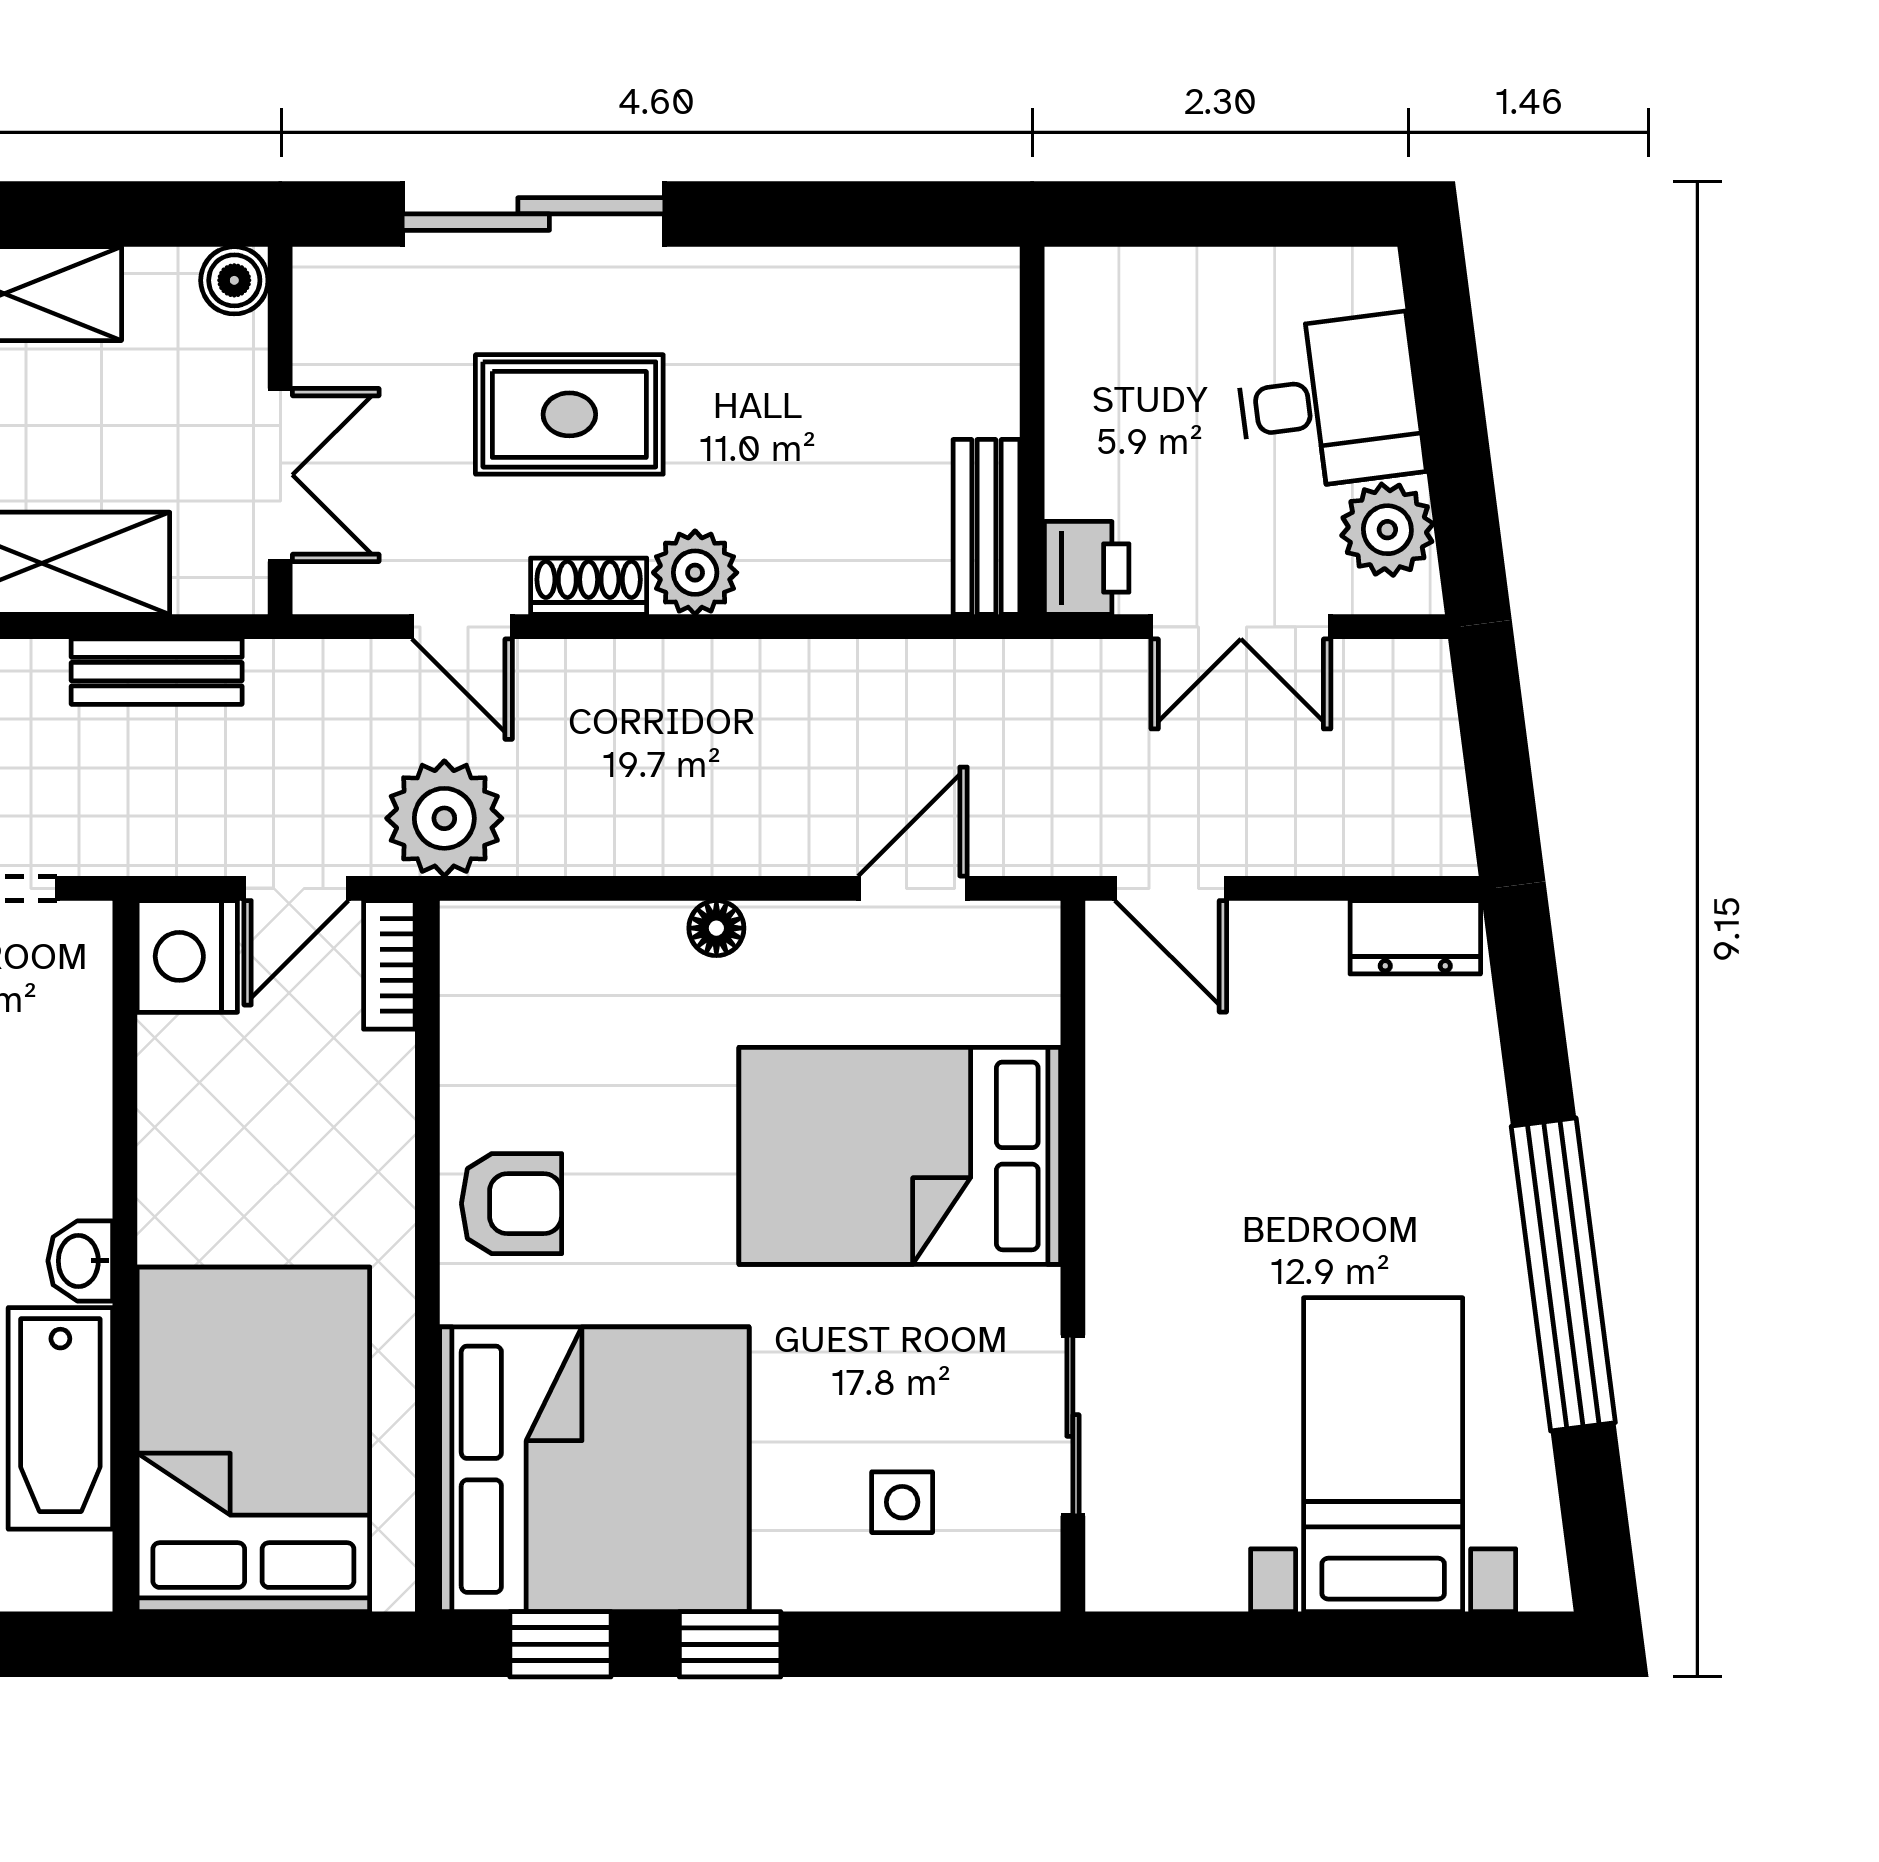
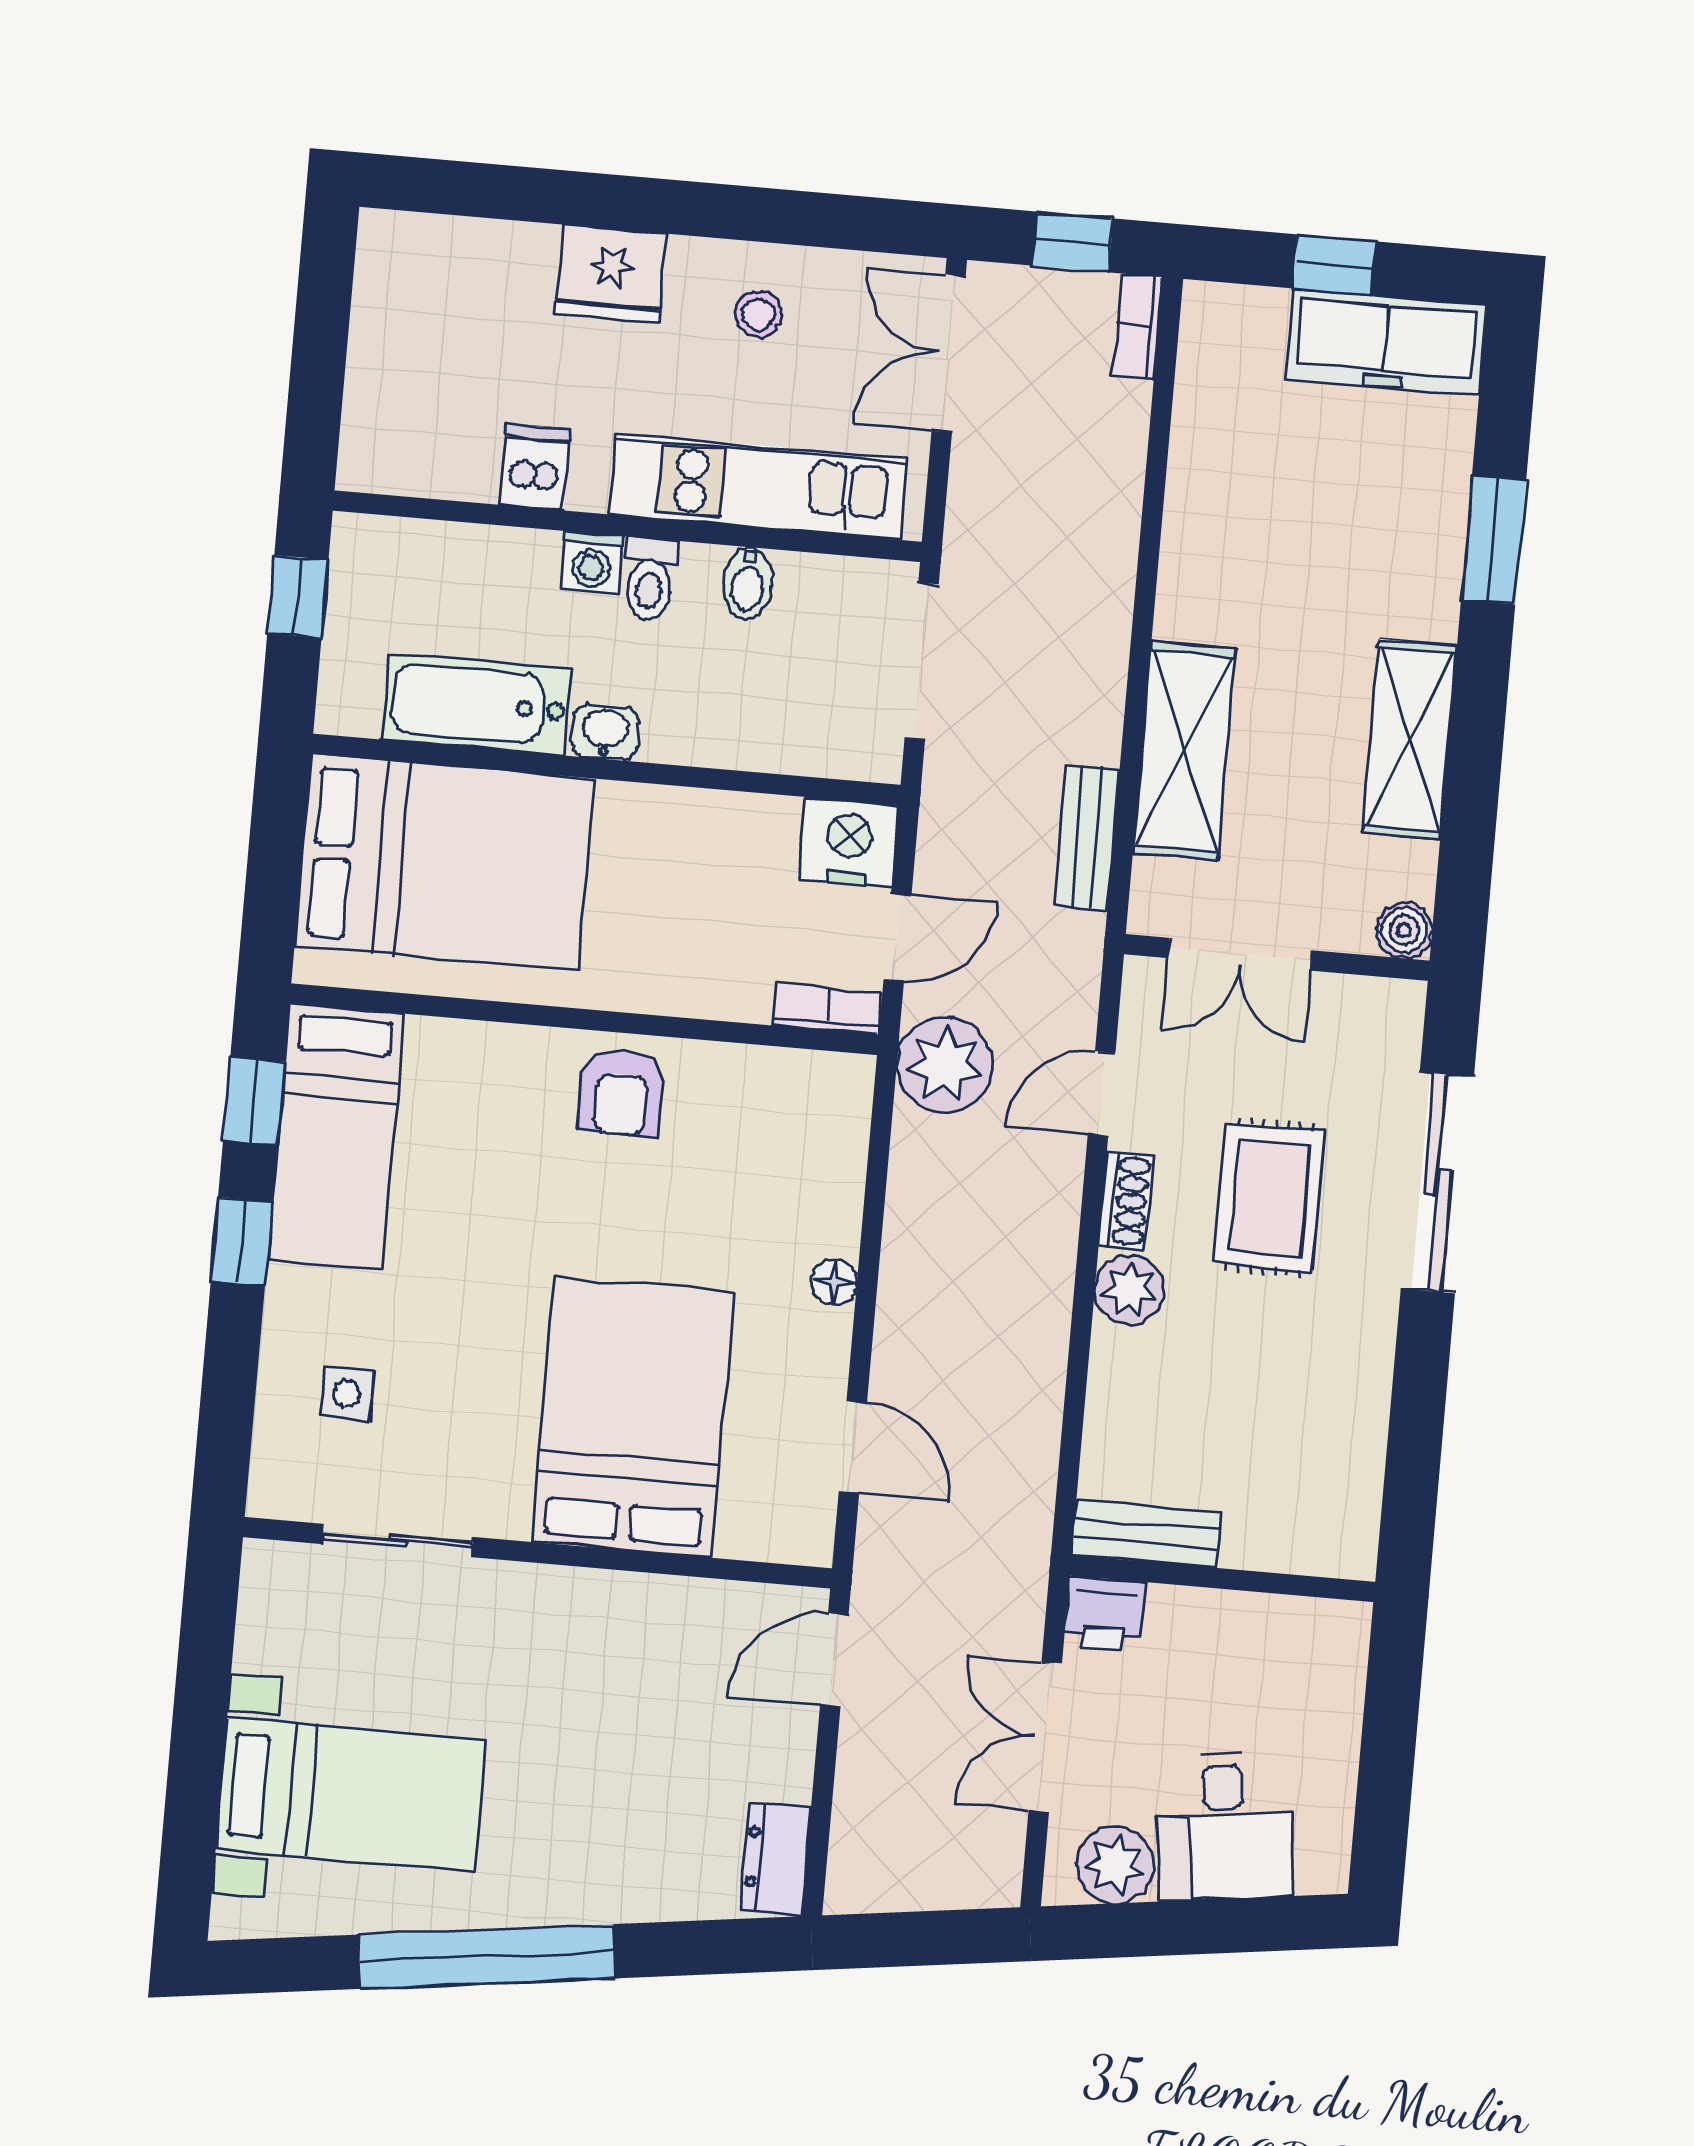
door: (296, 888) -> (897, 937), swing flipped
bed: (594, 1469) -> (336, 1137), width x0.49

